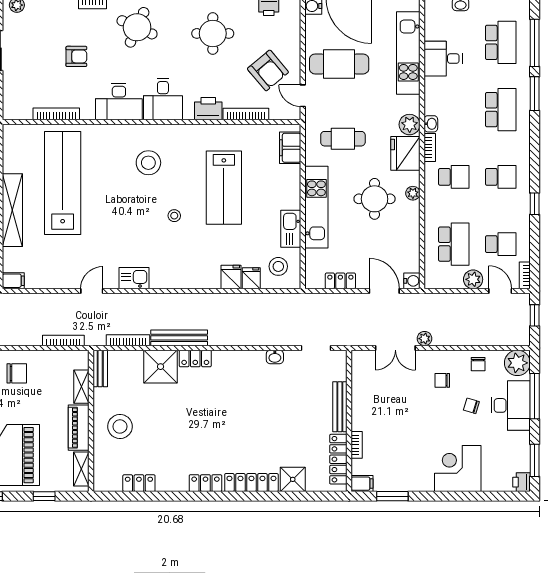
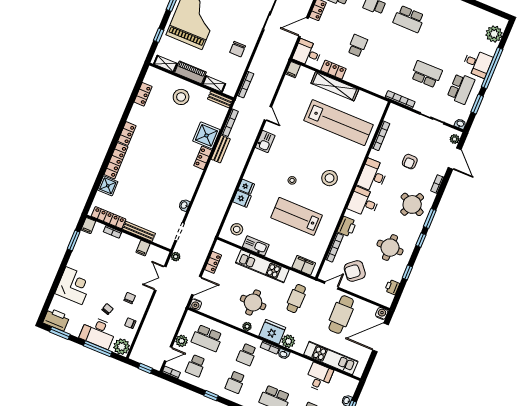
fridge: (251, 278) -> (246, 187), moved
bench: (179, 338) -> (221, 149), width x0.73
plant: (425, 339) -> (176, 257), moved
filing cabinet: (362, 391) -> (143, 248), added
printer: (521, 482) -> (56, 320), width x1.87, depth x1.48

